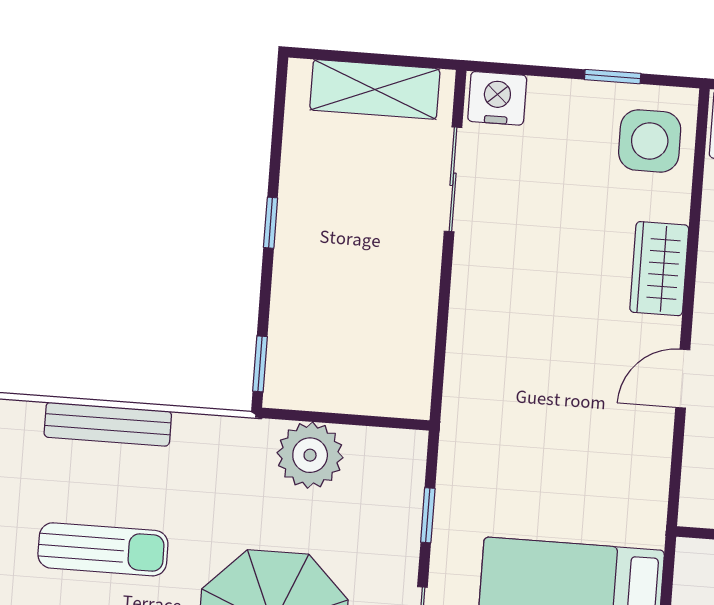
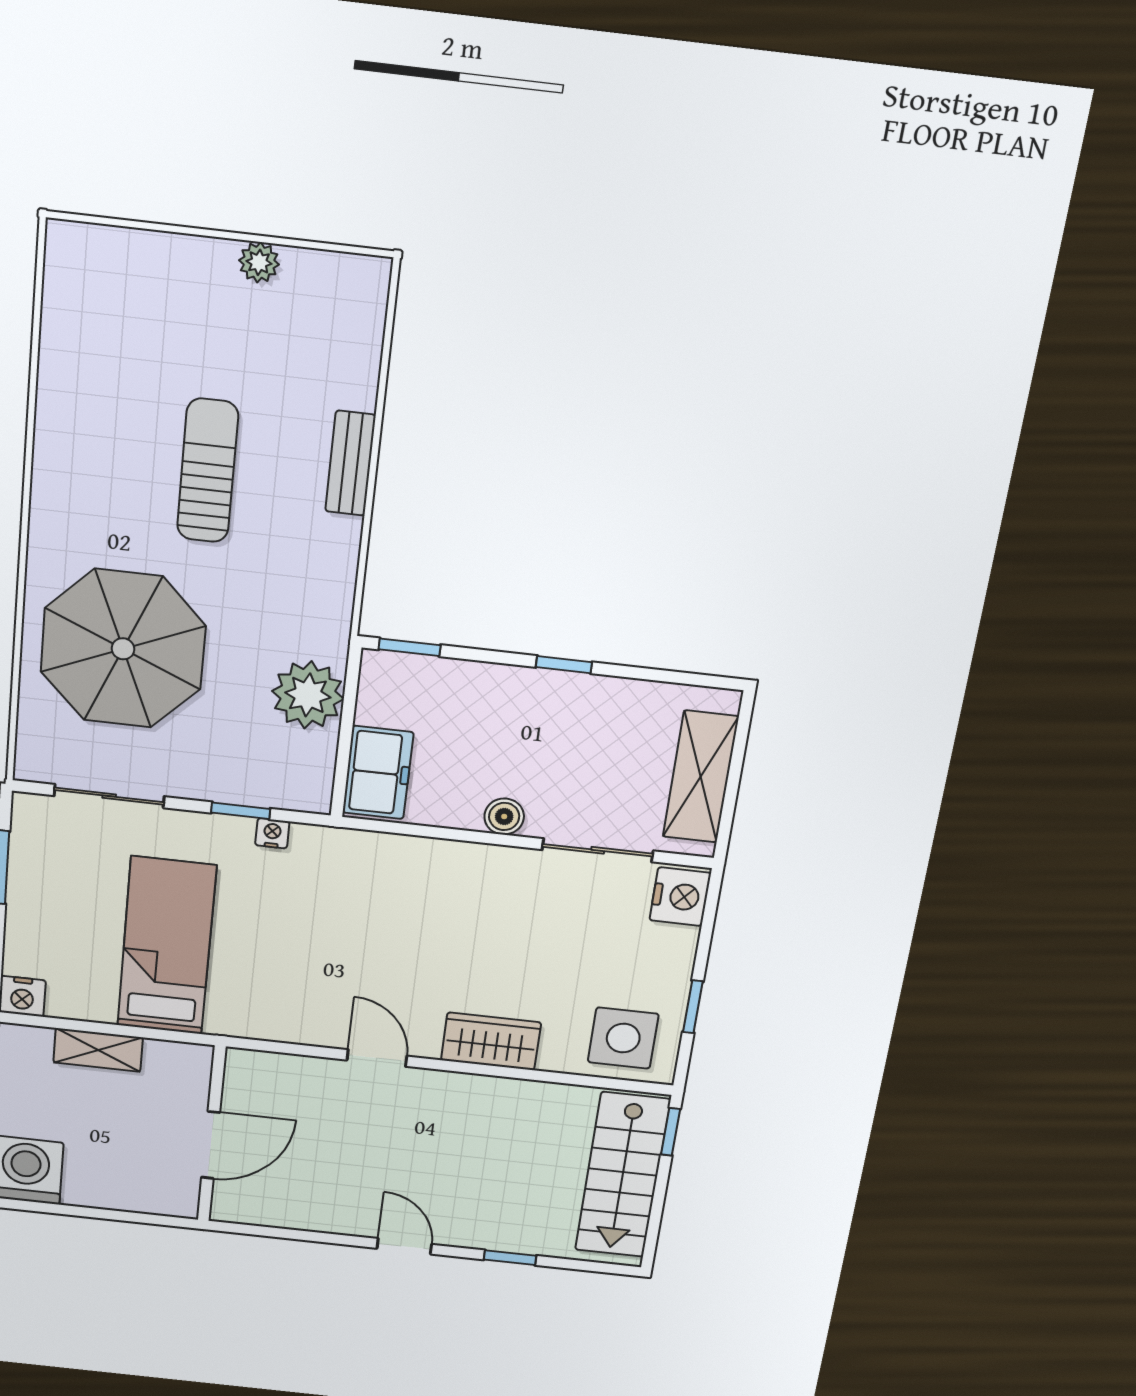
boiler: (423, 269) -> (504, 816), added
freezer: (384, 388) -> (378, 773), added
bench: (108, 424) -> (350, 463), width x0.73
nightstand: (449, 485) -> (272, 833), added
sun lounger: (103, 549) -> (208, 471), turned 180

